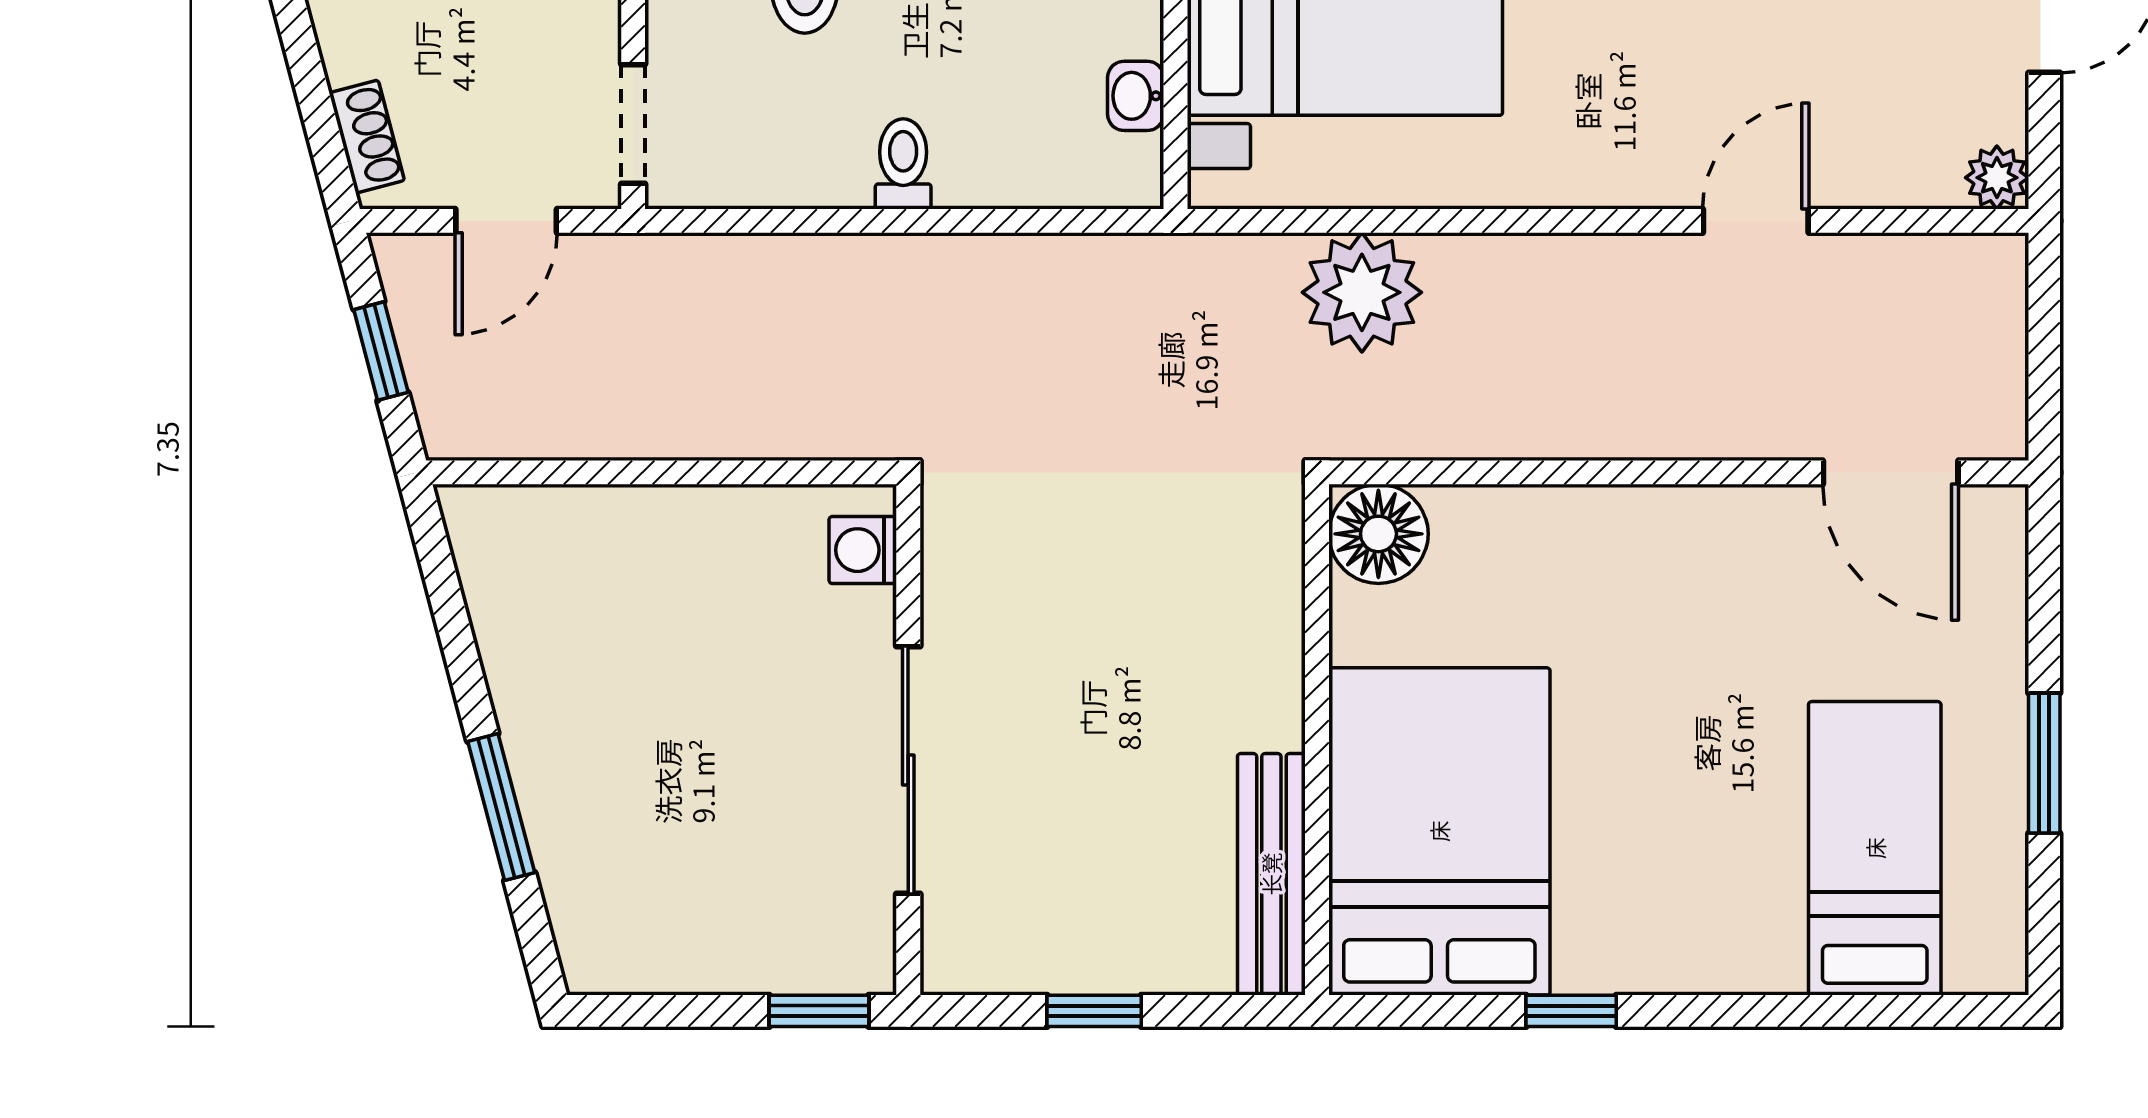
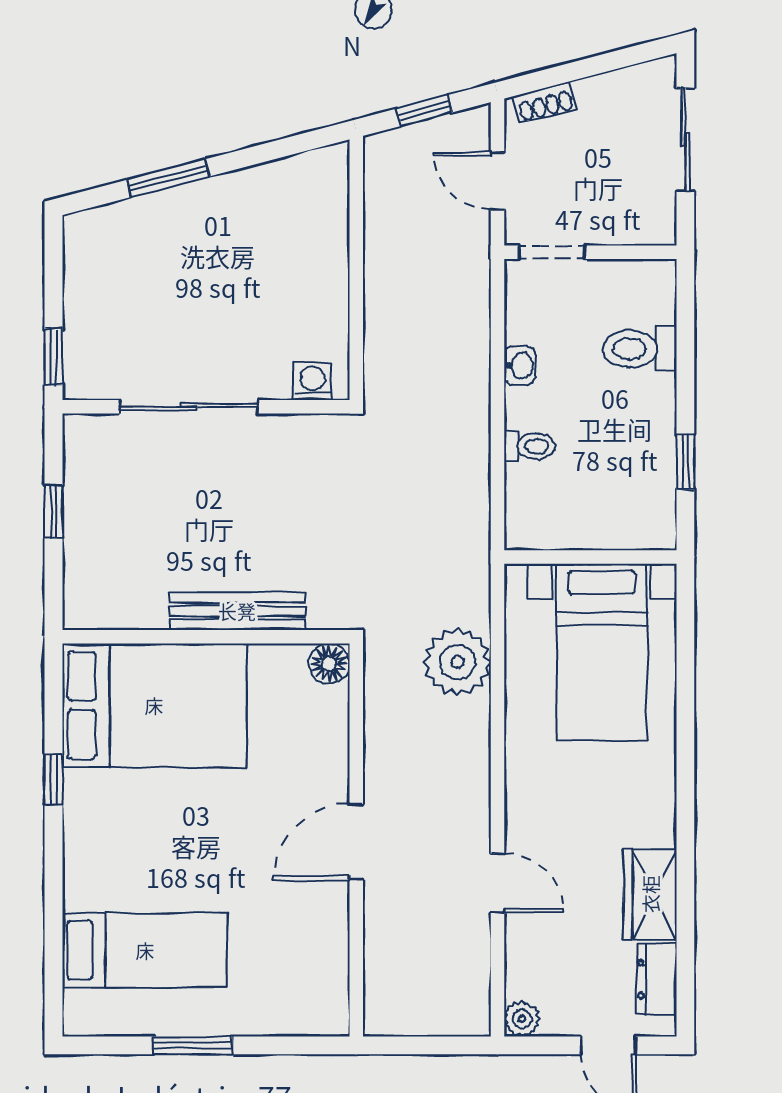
washbasin: (1136, 96) -> (520, 365), moved, turned 90
toilet: (903, 164) -> (530, 446), moved
door: (1891, 472) -> (356, 842), moved
floor lamp: (1378, 534) -> (329, 664), width x0.73, depth x0.73
bench: (1271, 874) -> (237, 611), moved

